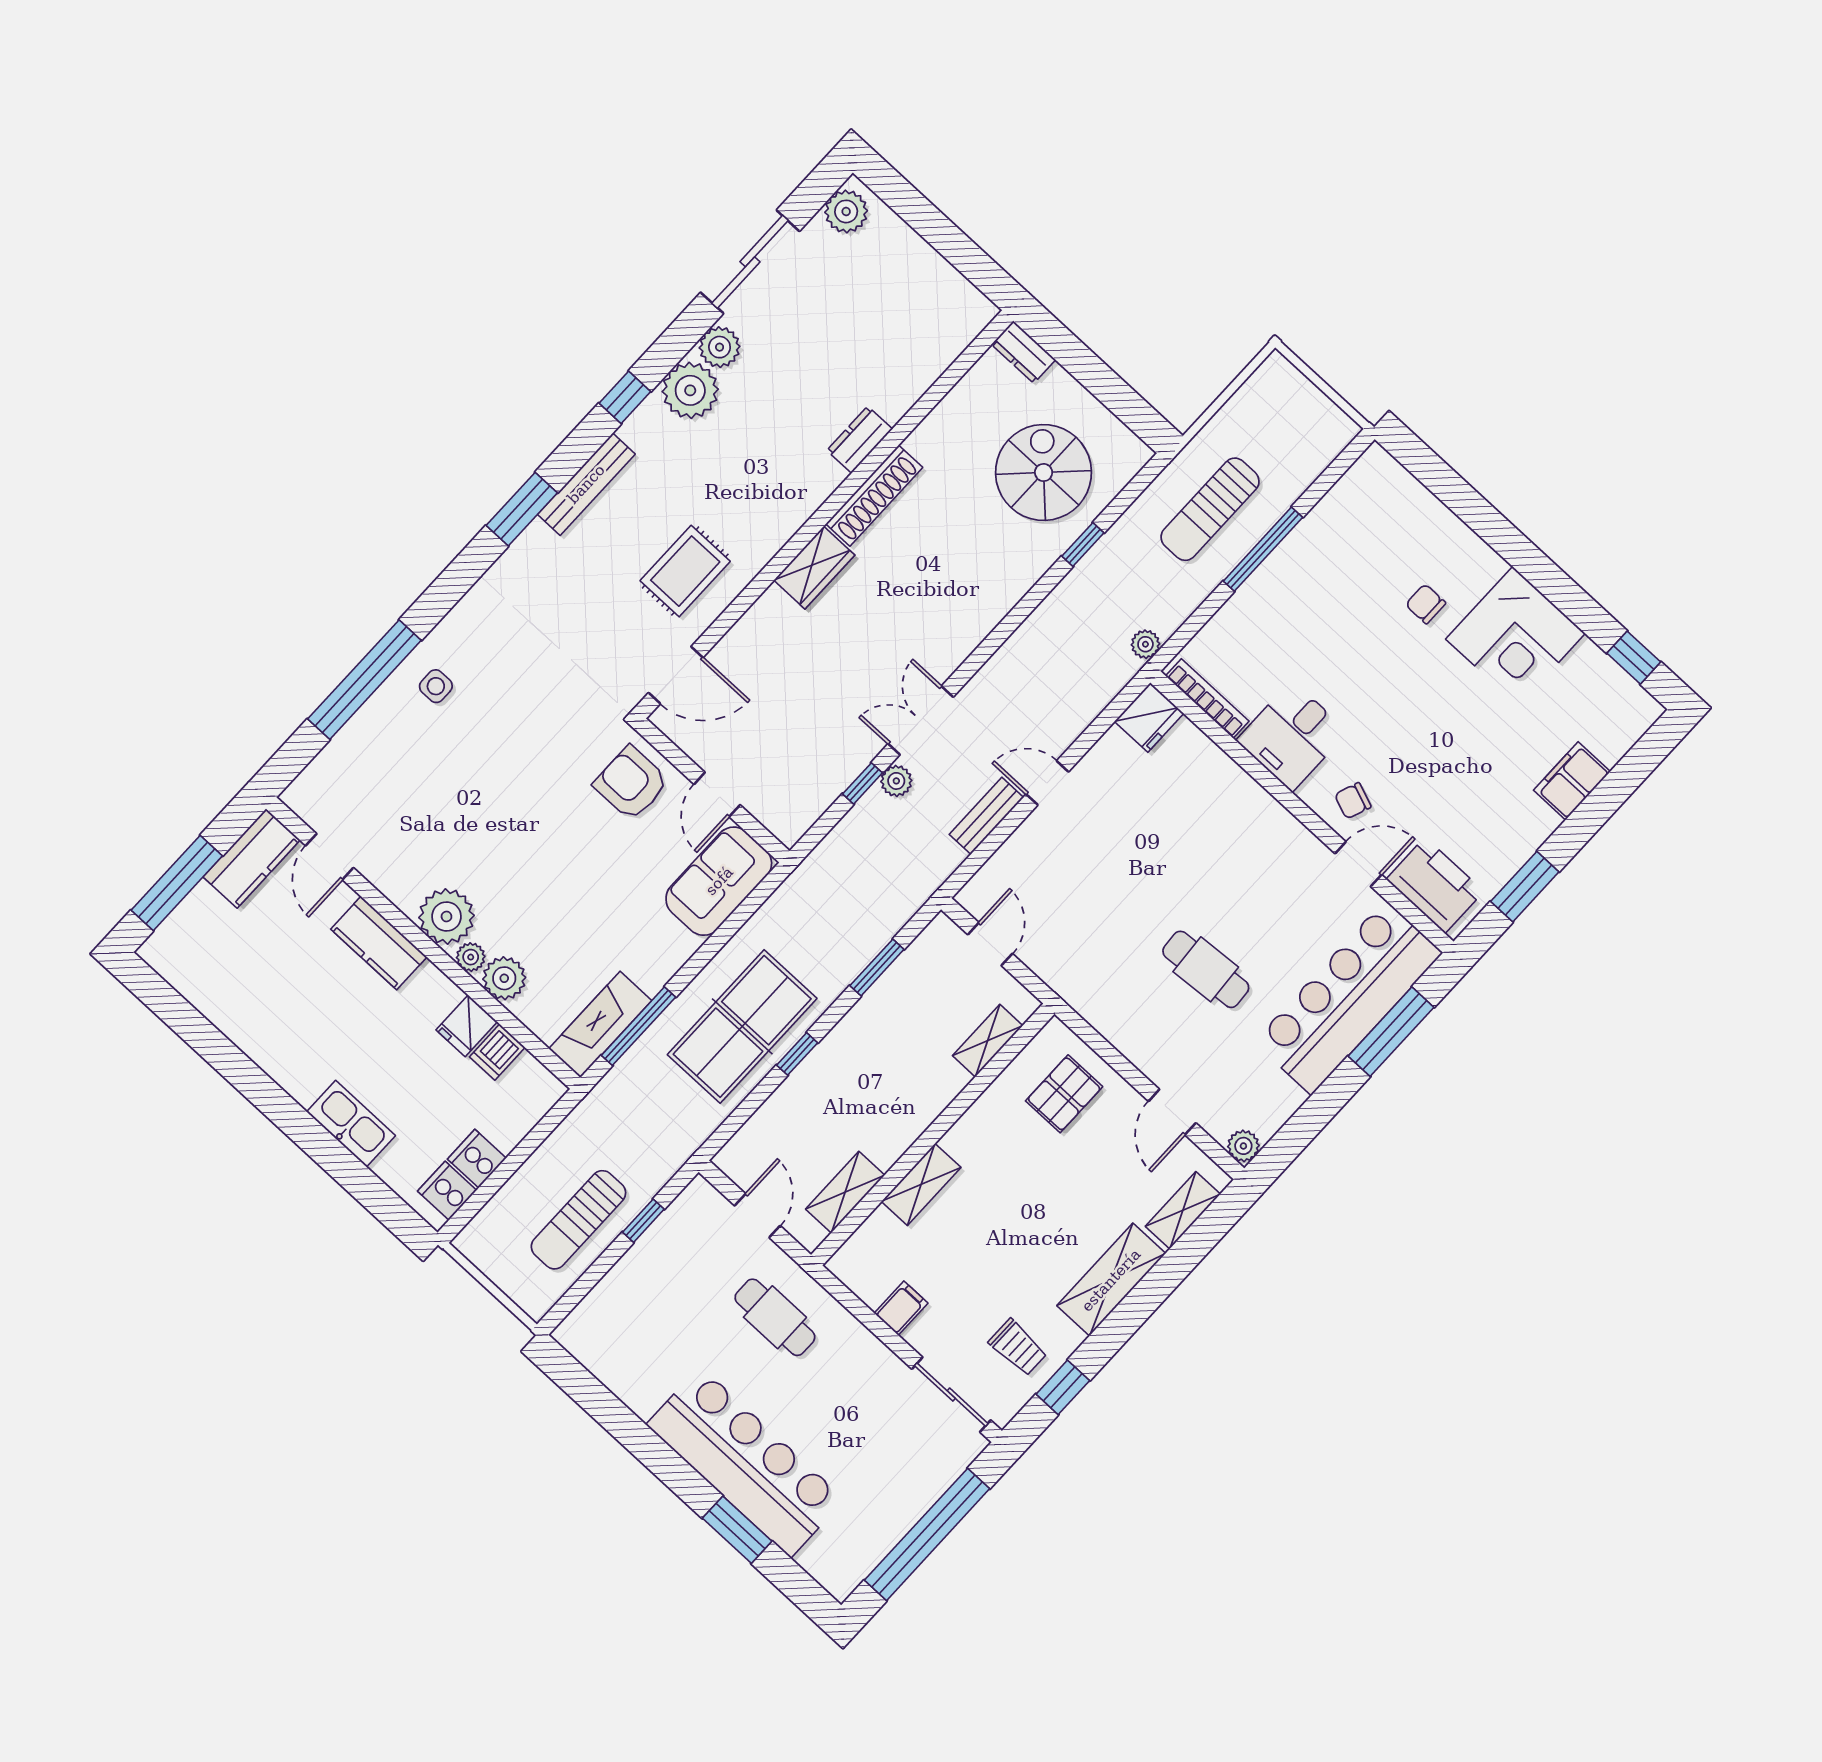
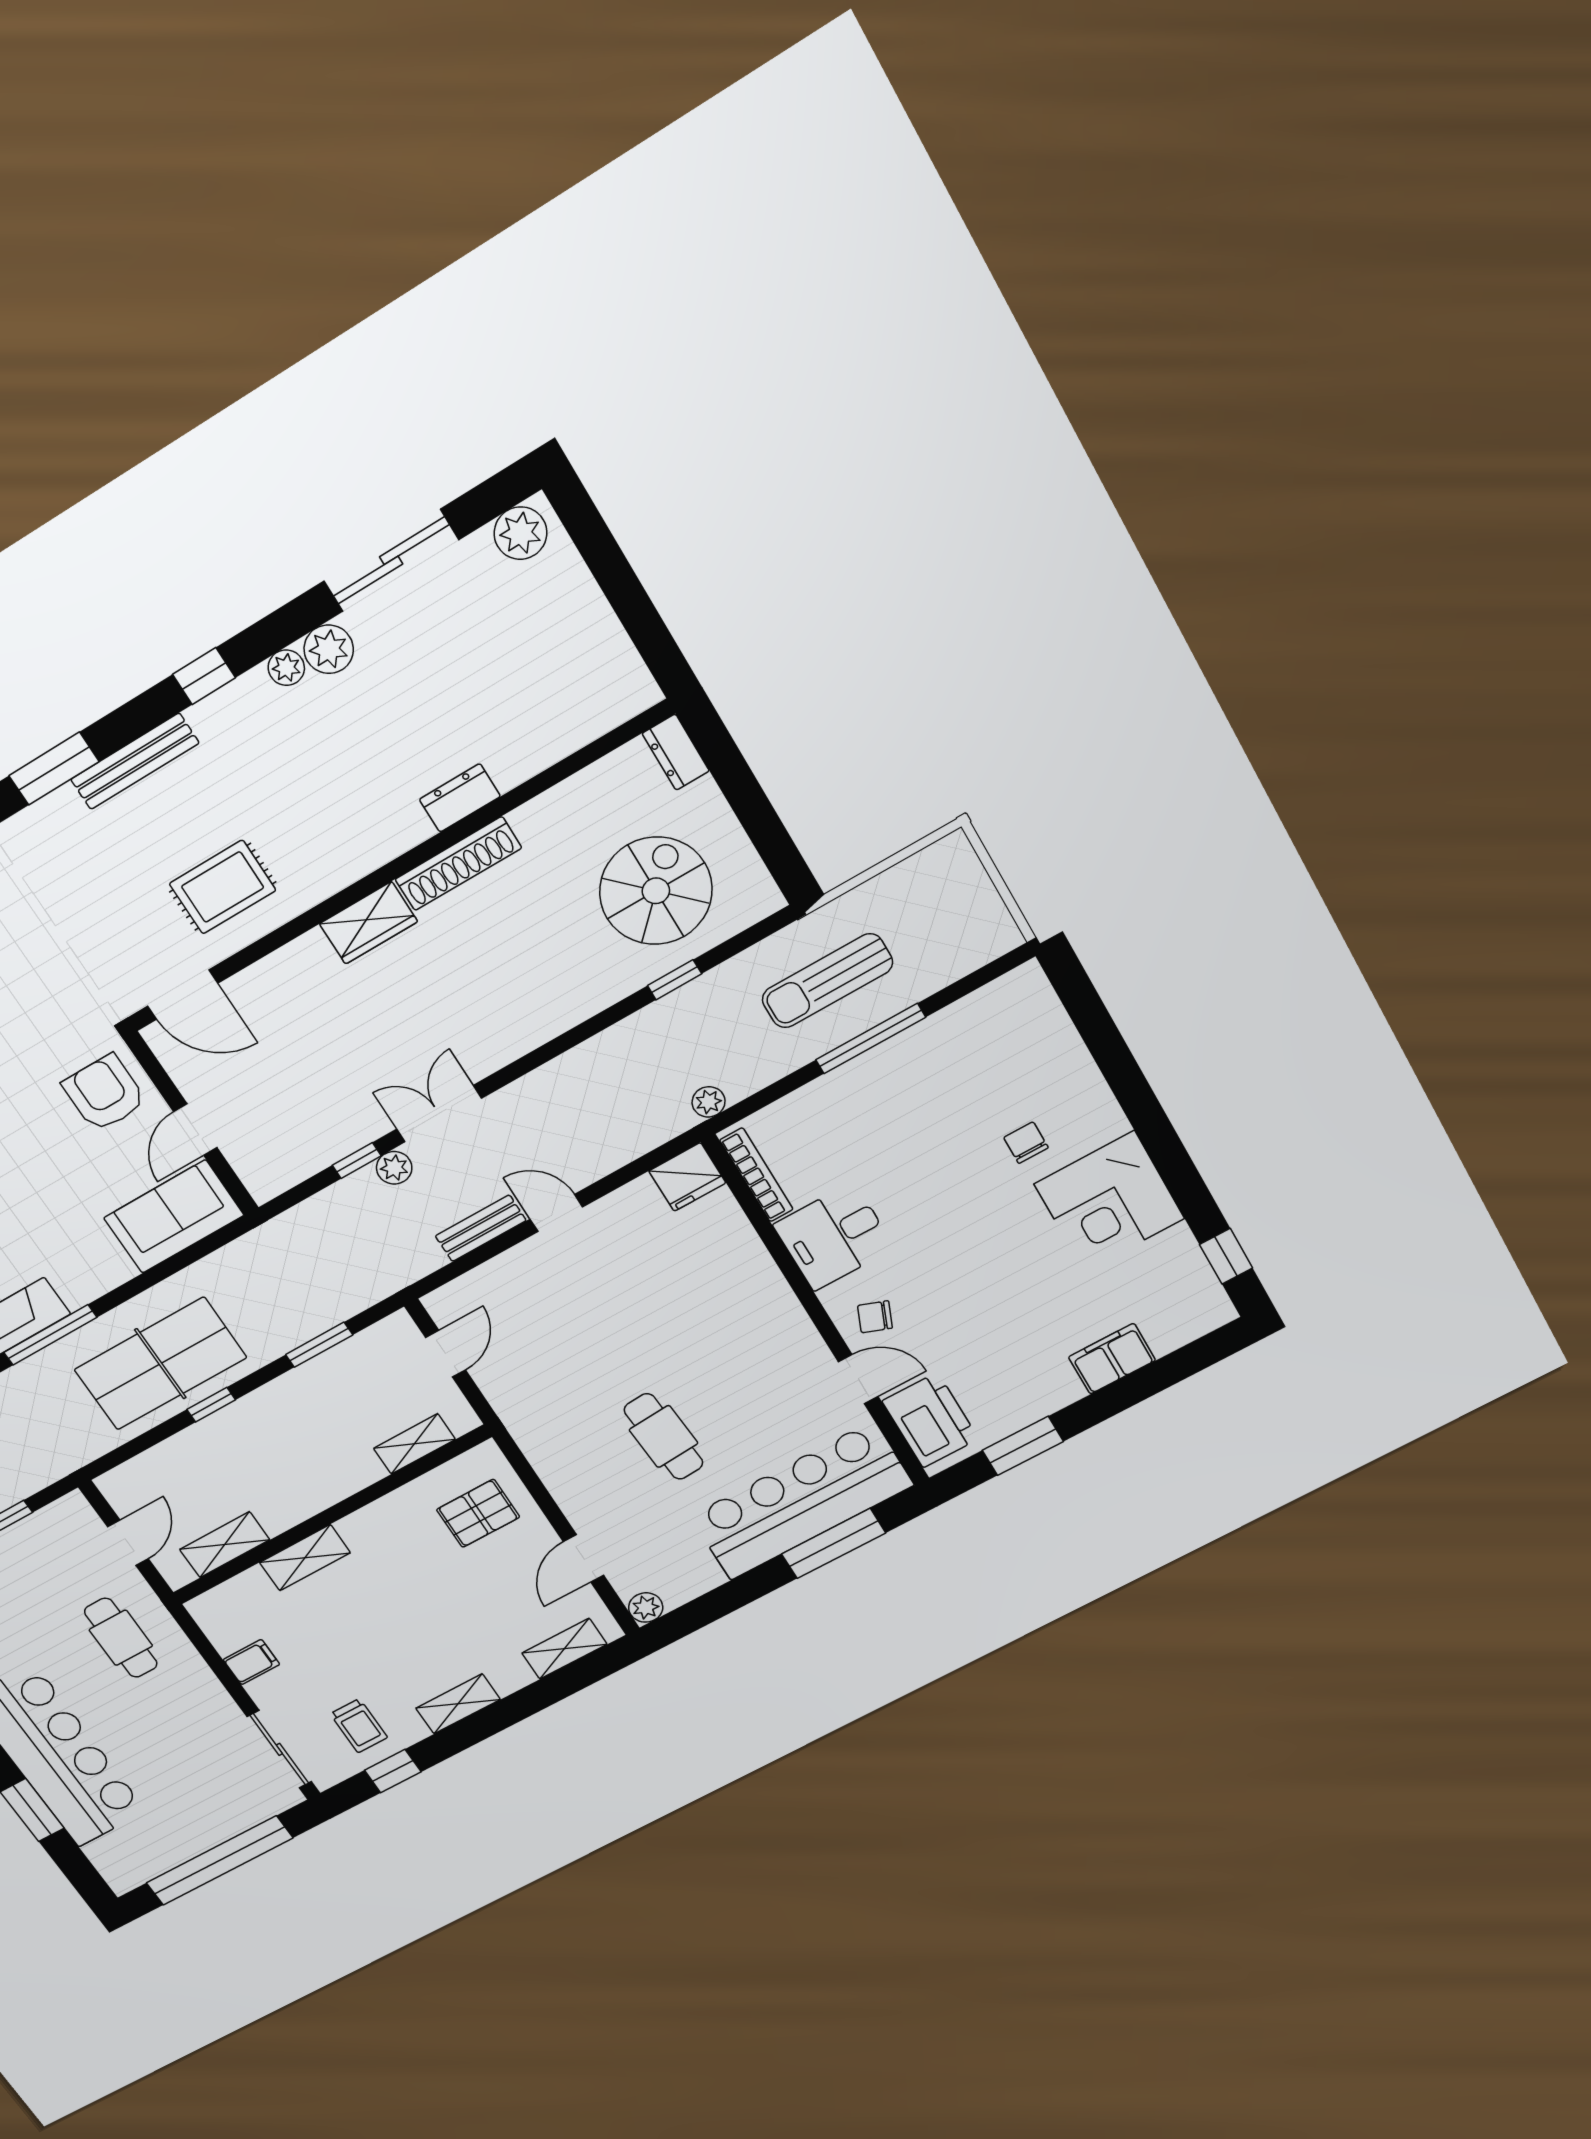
plant: (690, 390) -> (286, 668), width x0.53, depth x0.53
shelving: (1111, 1280) -> (458, 1704), width x0.67, depth x0.75

